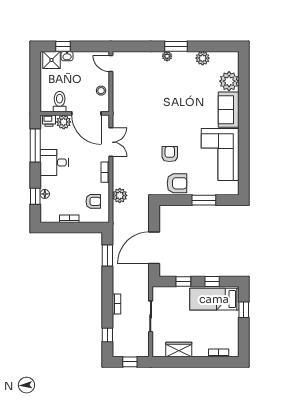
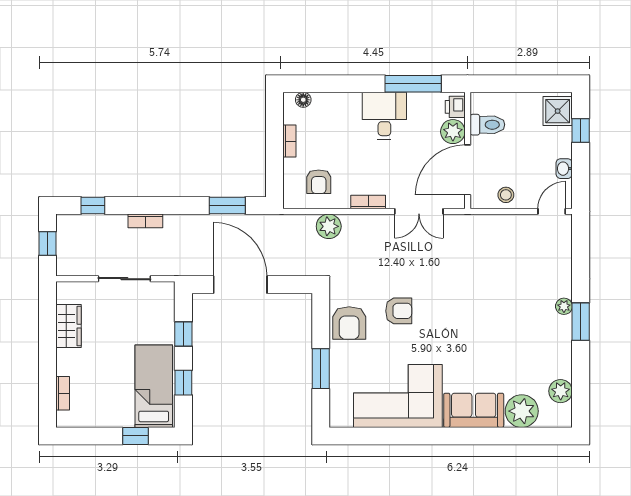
washbasin: (67, 56) -> (564, 169), moved
plant: (203, 58) -> (561, 391), moved
floor lamp: (45, 194) -> (303, 100), moved
window: (35, 196) -> (327, 84), removed

